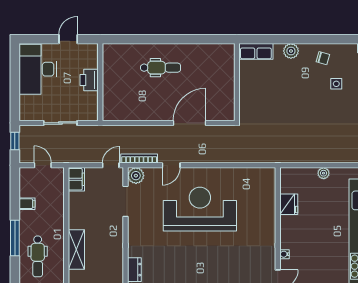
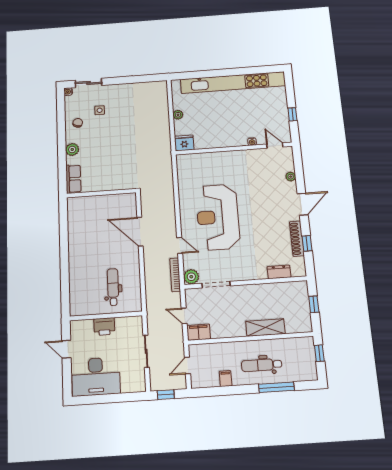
dental chair: (160, 68) -> (113, 287), moved
door: (111, 165) -> (184, 316), moved
fridge: (289, 204) -> (184, 143), moved
window: (15, 238) -> (276, 387), moved
dental chair: (38, 256) -> (262, 365), moved, turned 180

